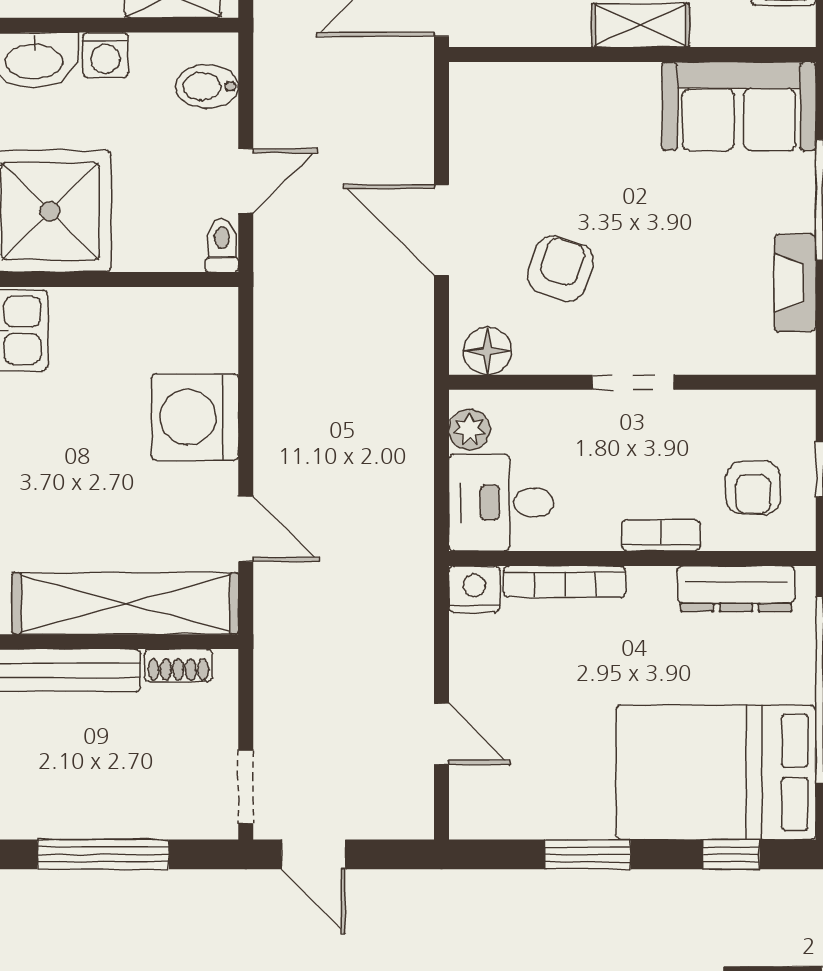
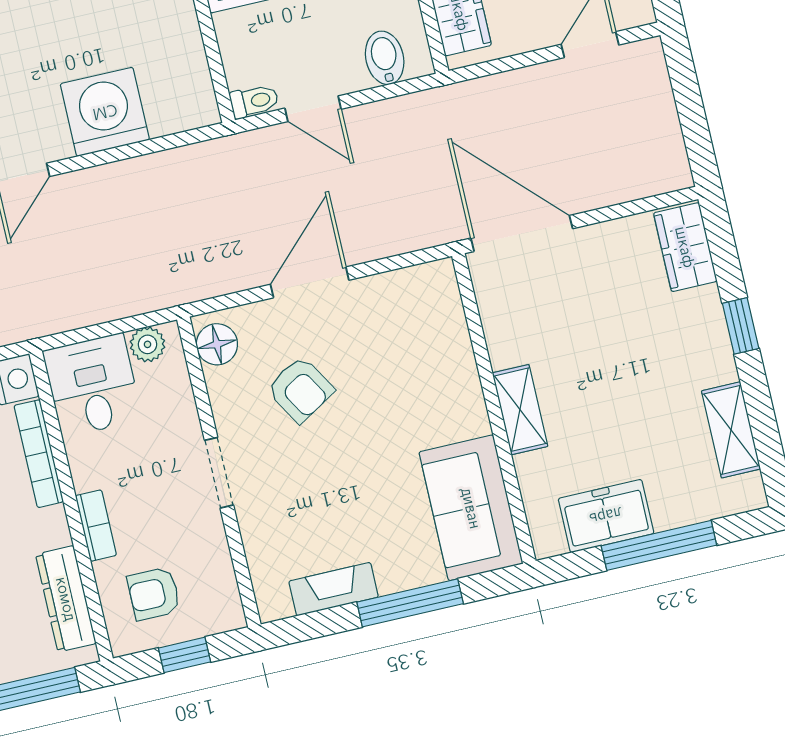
armchair: (560, 268) -> (300, 389), turned 41

